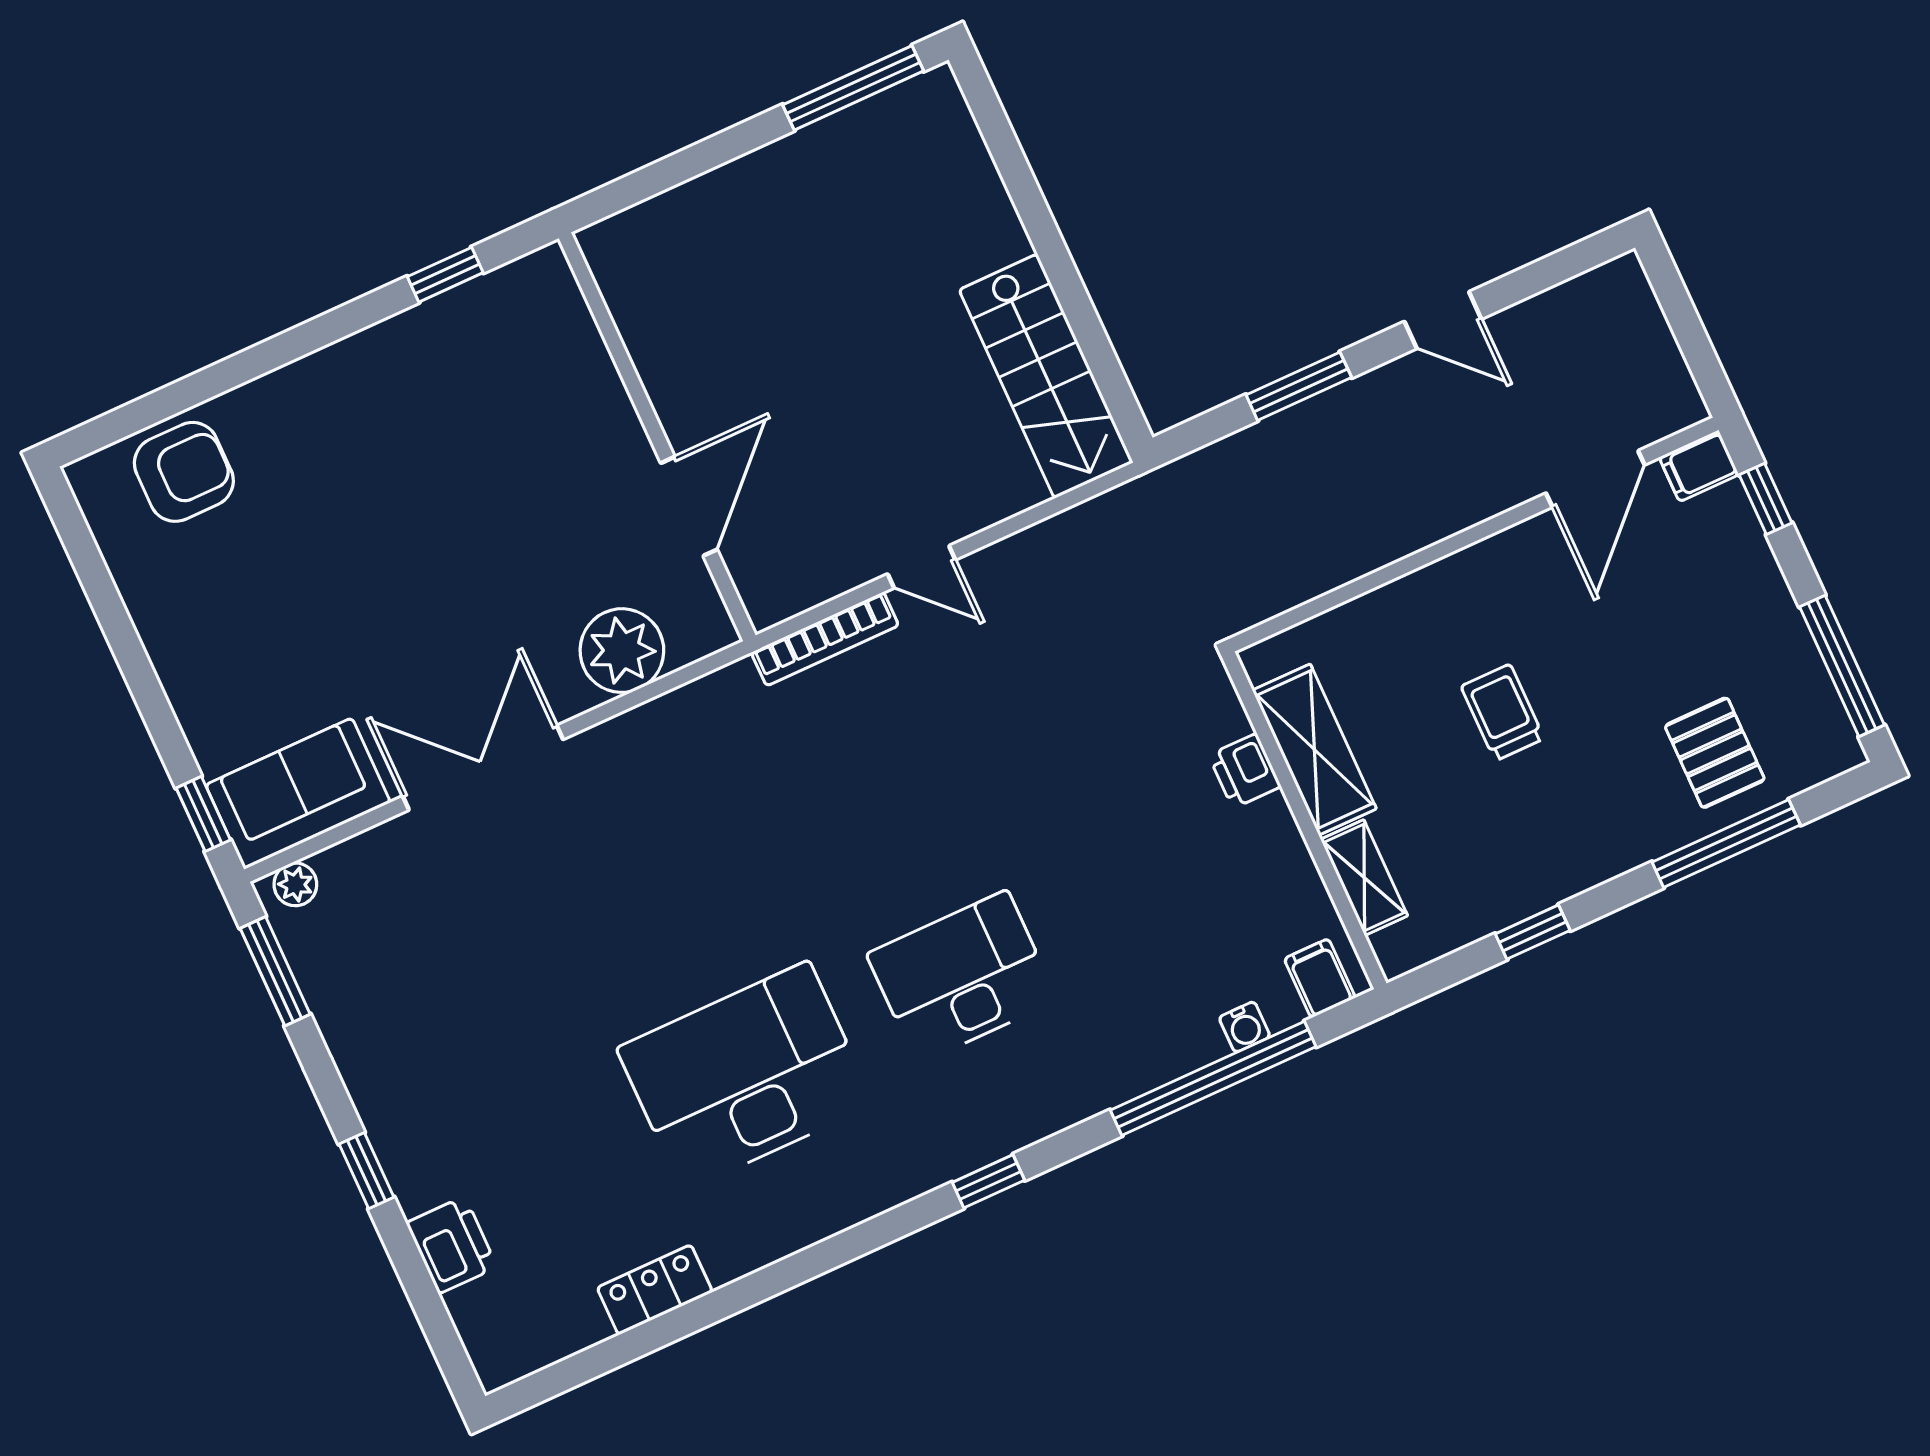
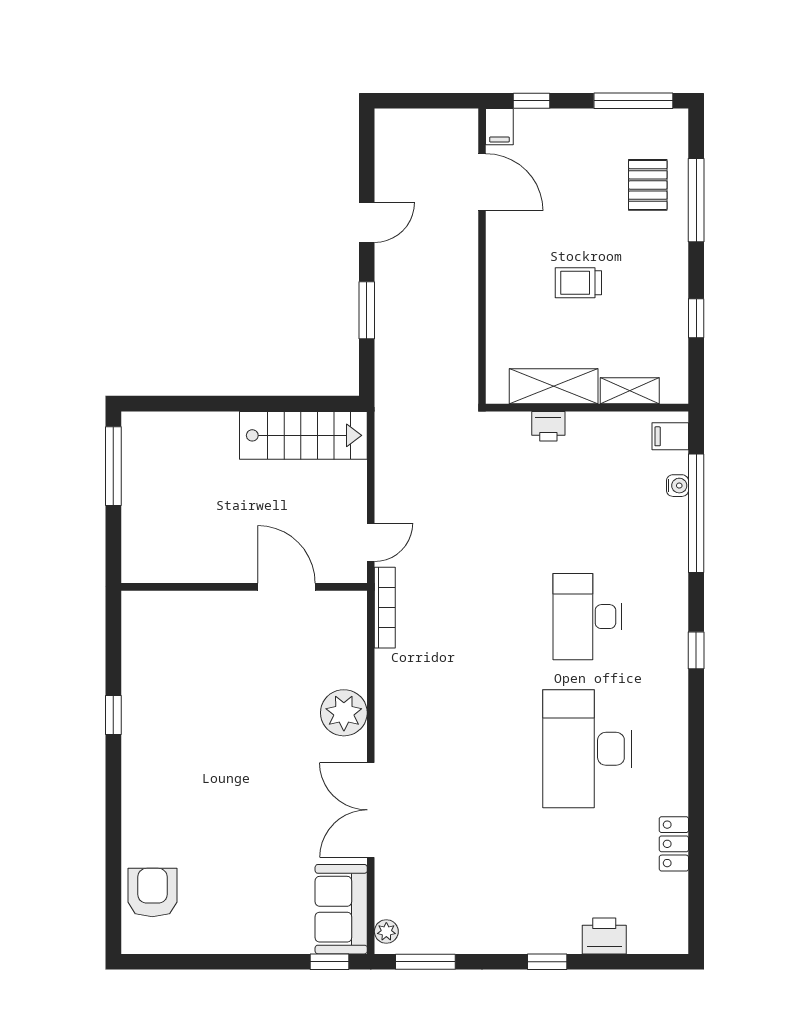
wall: (657, 437) -> (244, 587), moved
door: (689, 506) -> (287, 587), moved
pallet: (1715, 753) -> (648, 185), turned 90

